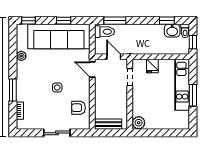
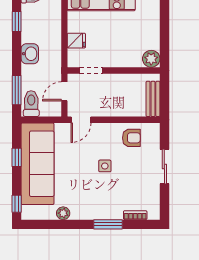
washbasin: (172, 31) -> (30, 54), moved
armchair: (79, 108) -> (131, 138), turned -90

